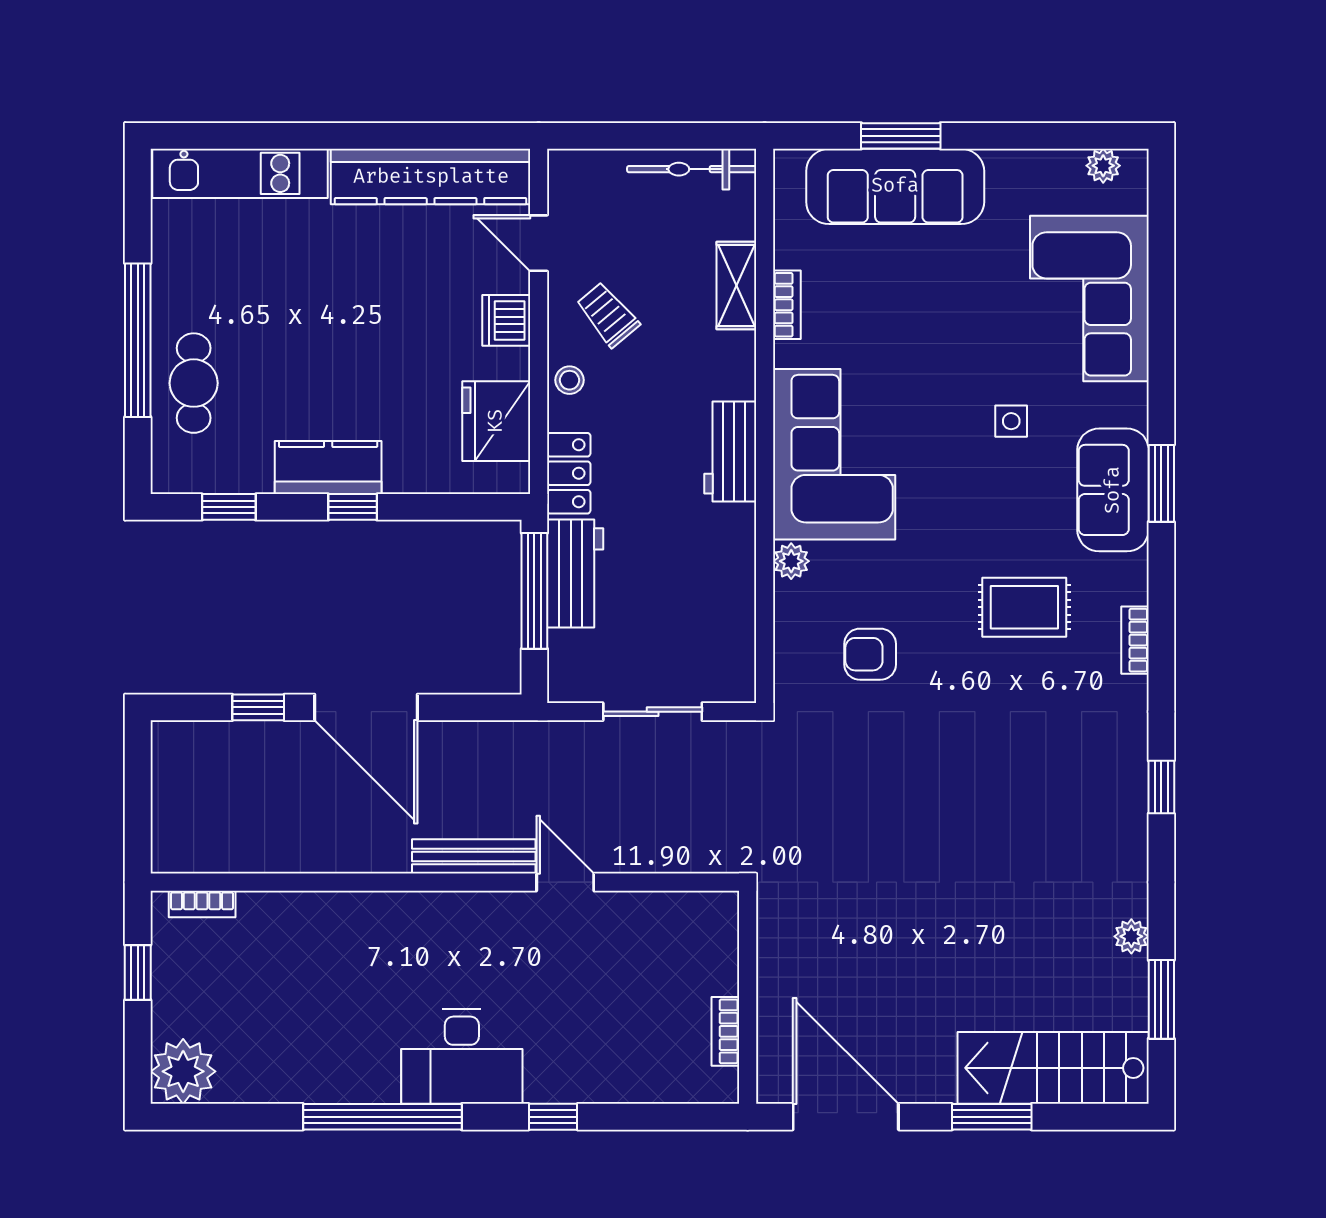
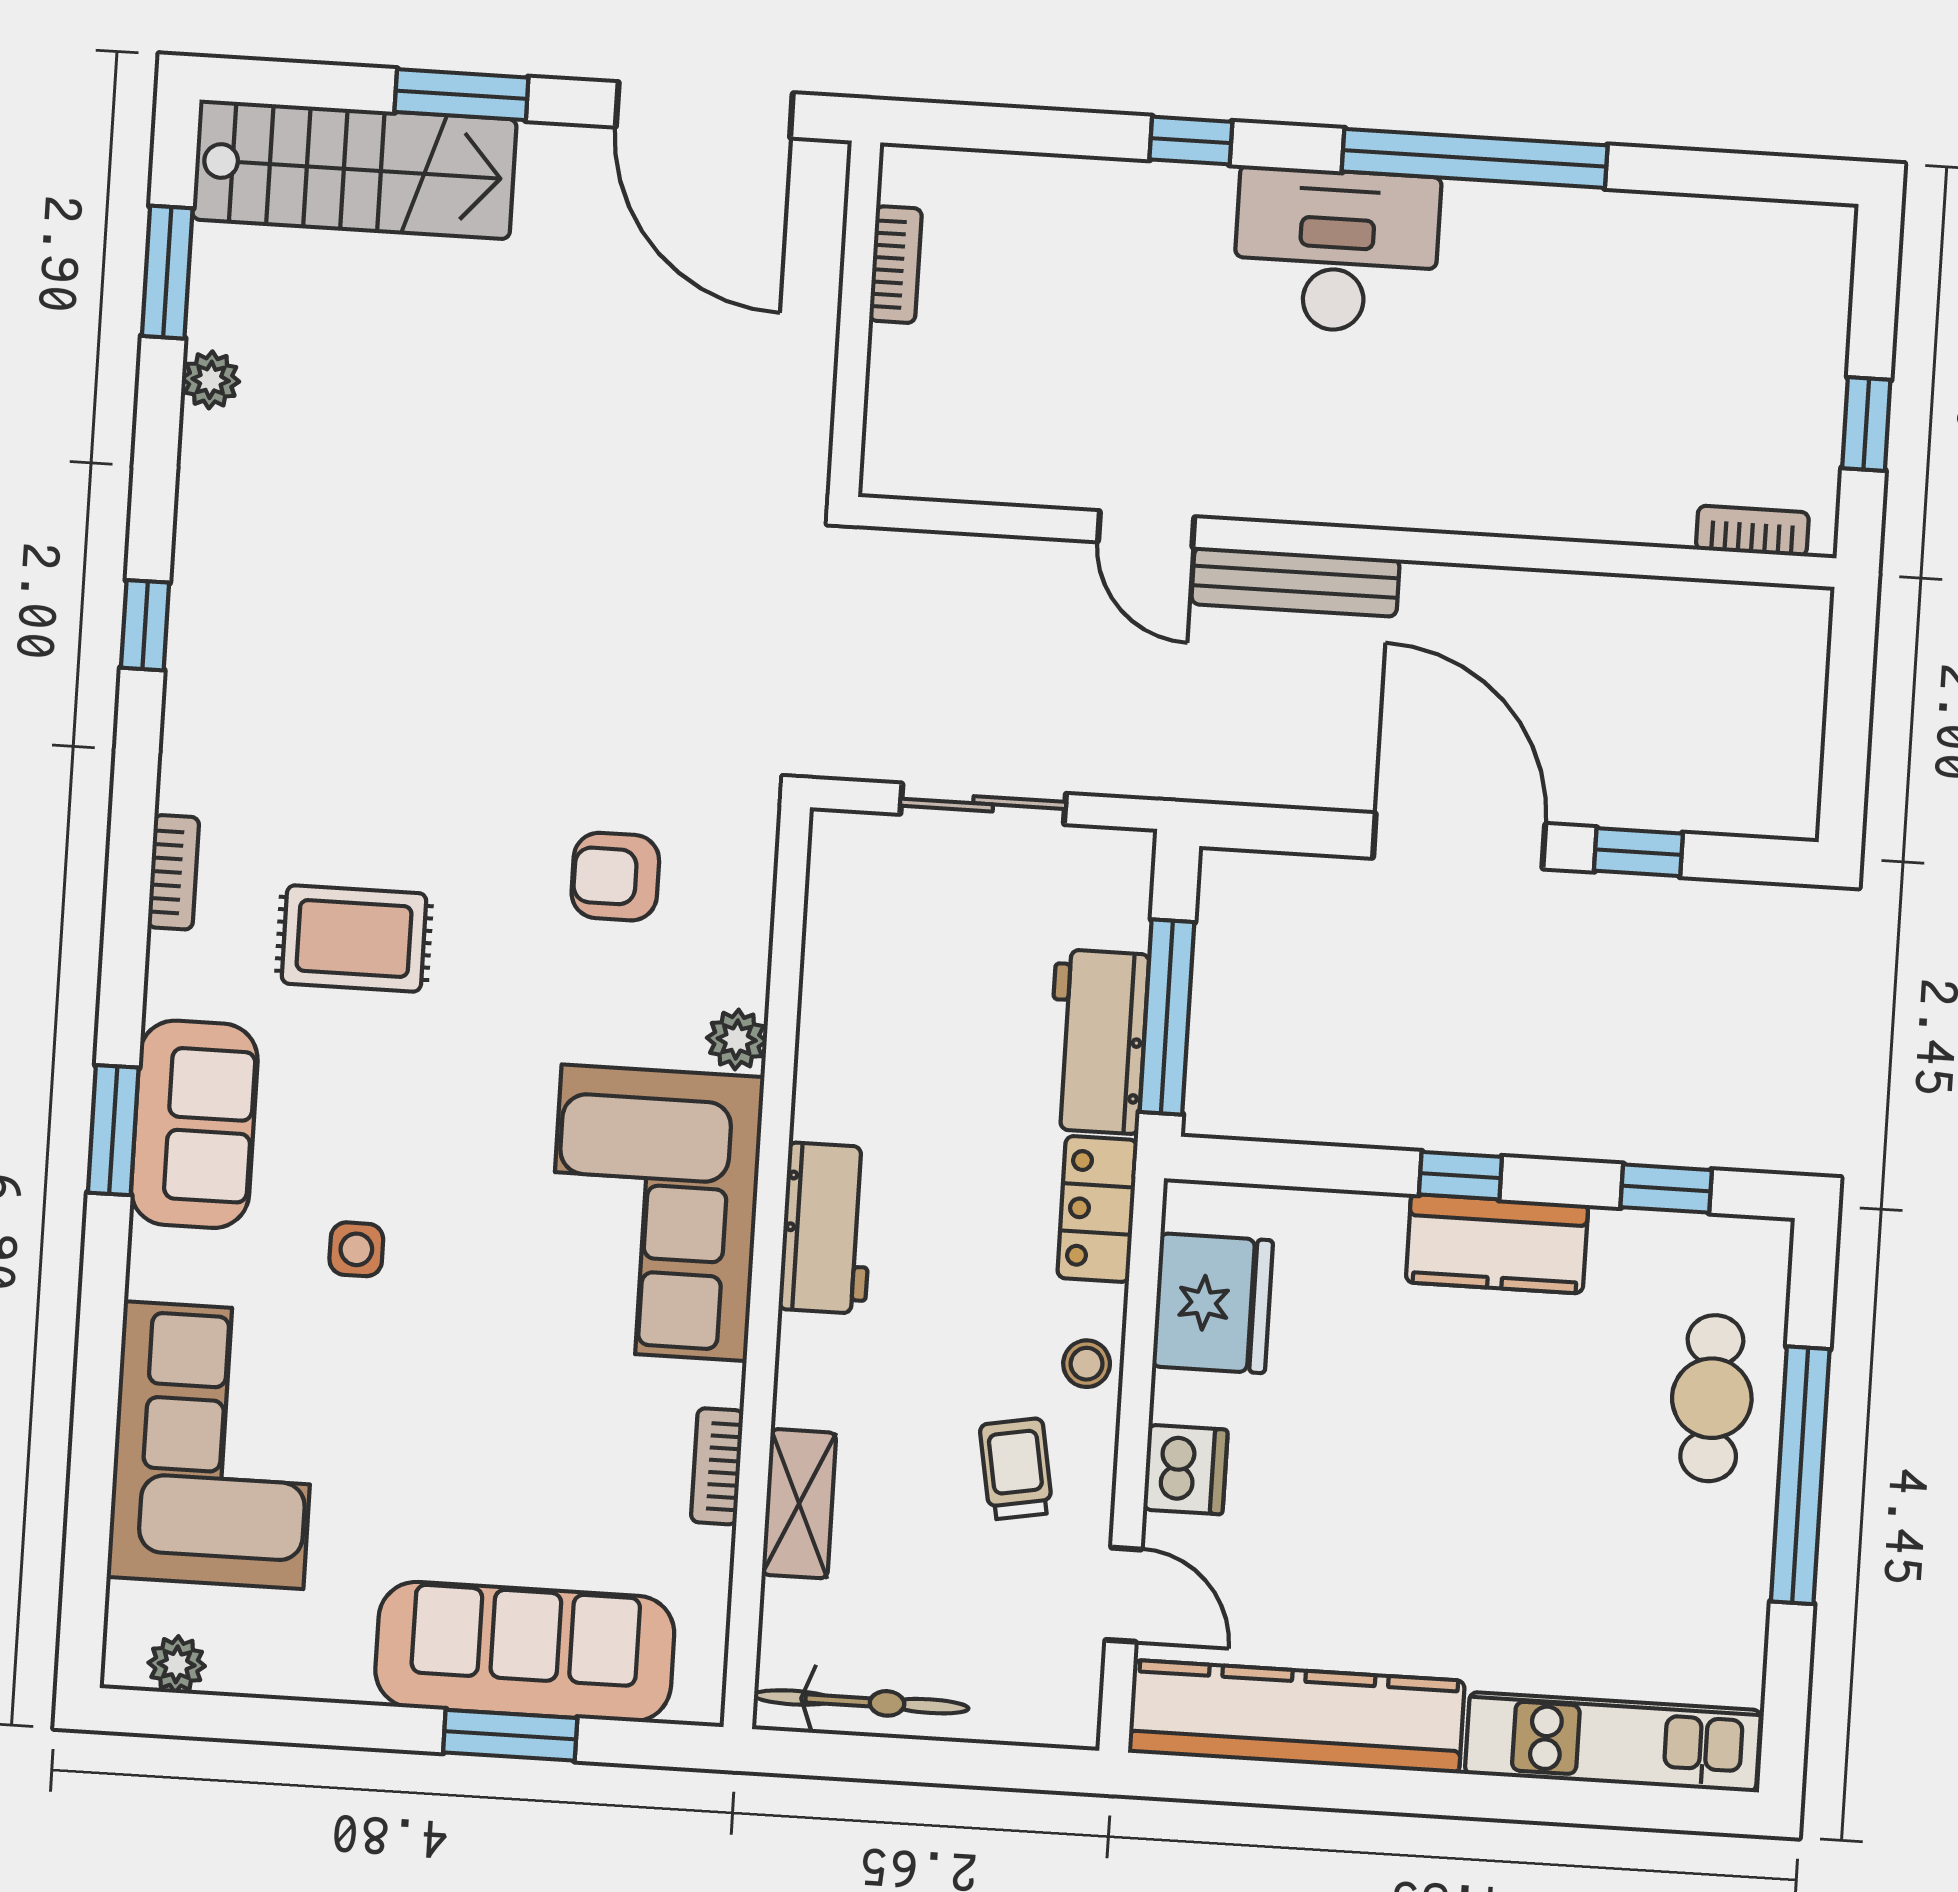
trolley: (608, 315) -> (1016, 1469), turned -150
armchair: (870, 654) -> (615, 877), turned 180
plant: (183, 1071) -> (1801, 255), removed

